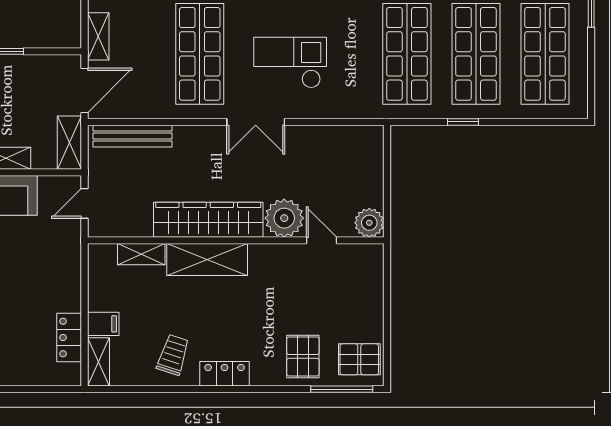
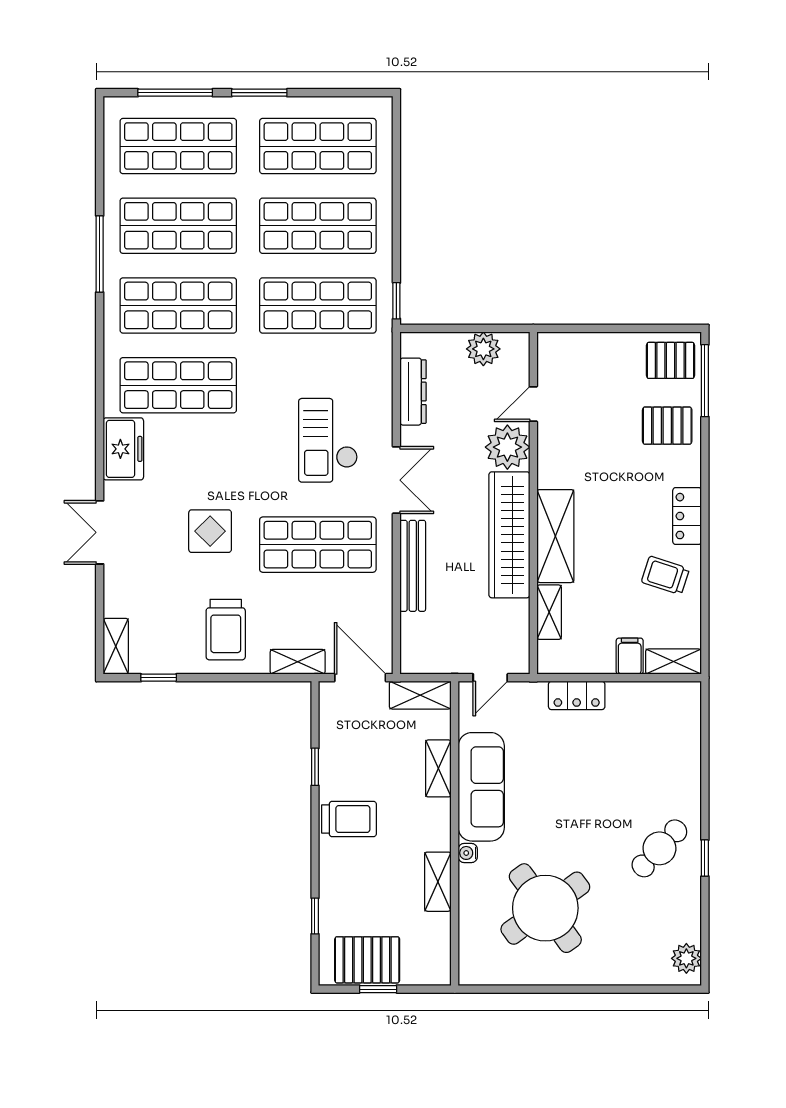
window: (463, 122) -> (396, 301), moved
bench: (132, 136) -> (413, 566), moved
dresser: (332, 136) -> (413, 392), added
door: (85, 203) -> (490, 678), hinge flipped
plant: (369, 223) -> (483, 349), moved
locker: (69, 338) -> (577, 695), moved
pallet: (359, 359) -> (671, 360), turned 90

